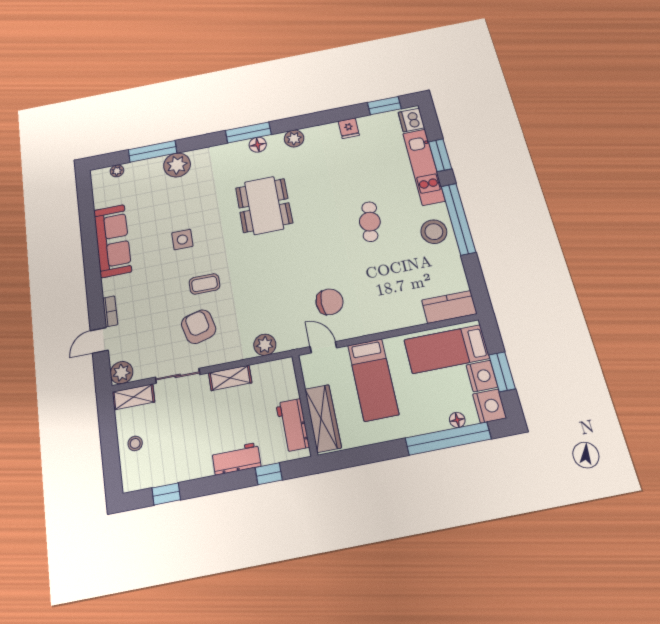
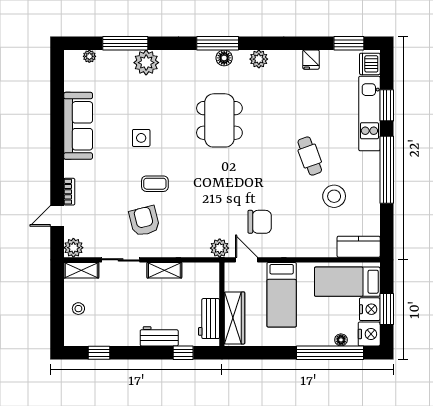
cafe table: (370, 222) -> (310, 156), turned -30
stool: (434, 232) -> (334, 196), moved
plant: (265, 345) -> (220, 248), moved

